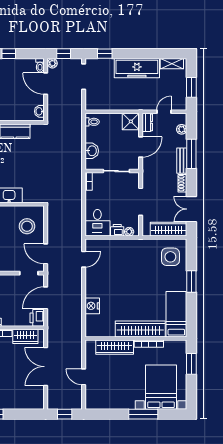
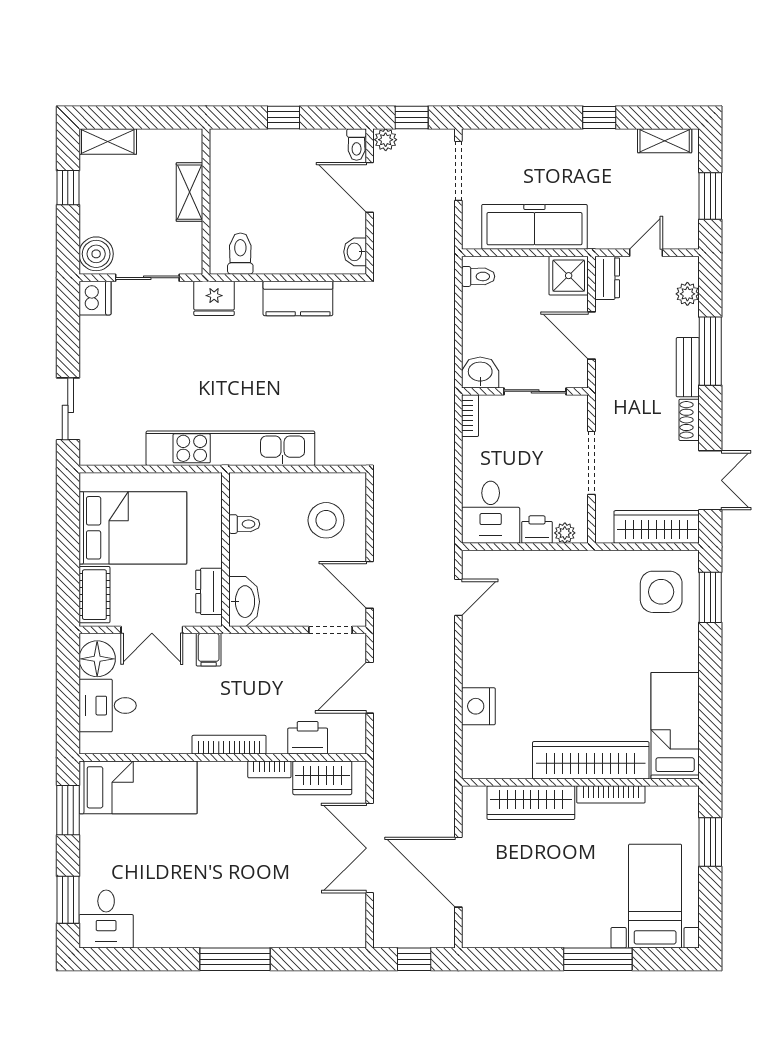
window: (105, 54) -> (599, 117), moved
freezer: (137, 68) -> (534, 227), moved, turned 180
door: (141, 147) -> (592, 335), swing flipped
washbasin: (92, 151) -> (480, 372), moved, turned -90
double door: (191, 209) -> (710, 480), swing flipped
window: (191, 282) -> (710, 597), moved
printer: (37, 318) -> (308, 738), moved, turned 90
door: (84, 377) -> (458, 872), width x1.87
bed with nightstands: (161, 387) -> (655, 896), width x0.73

